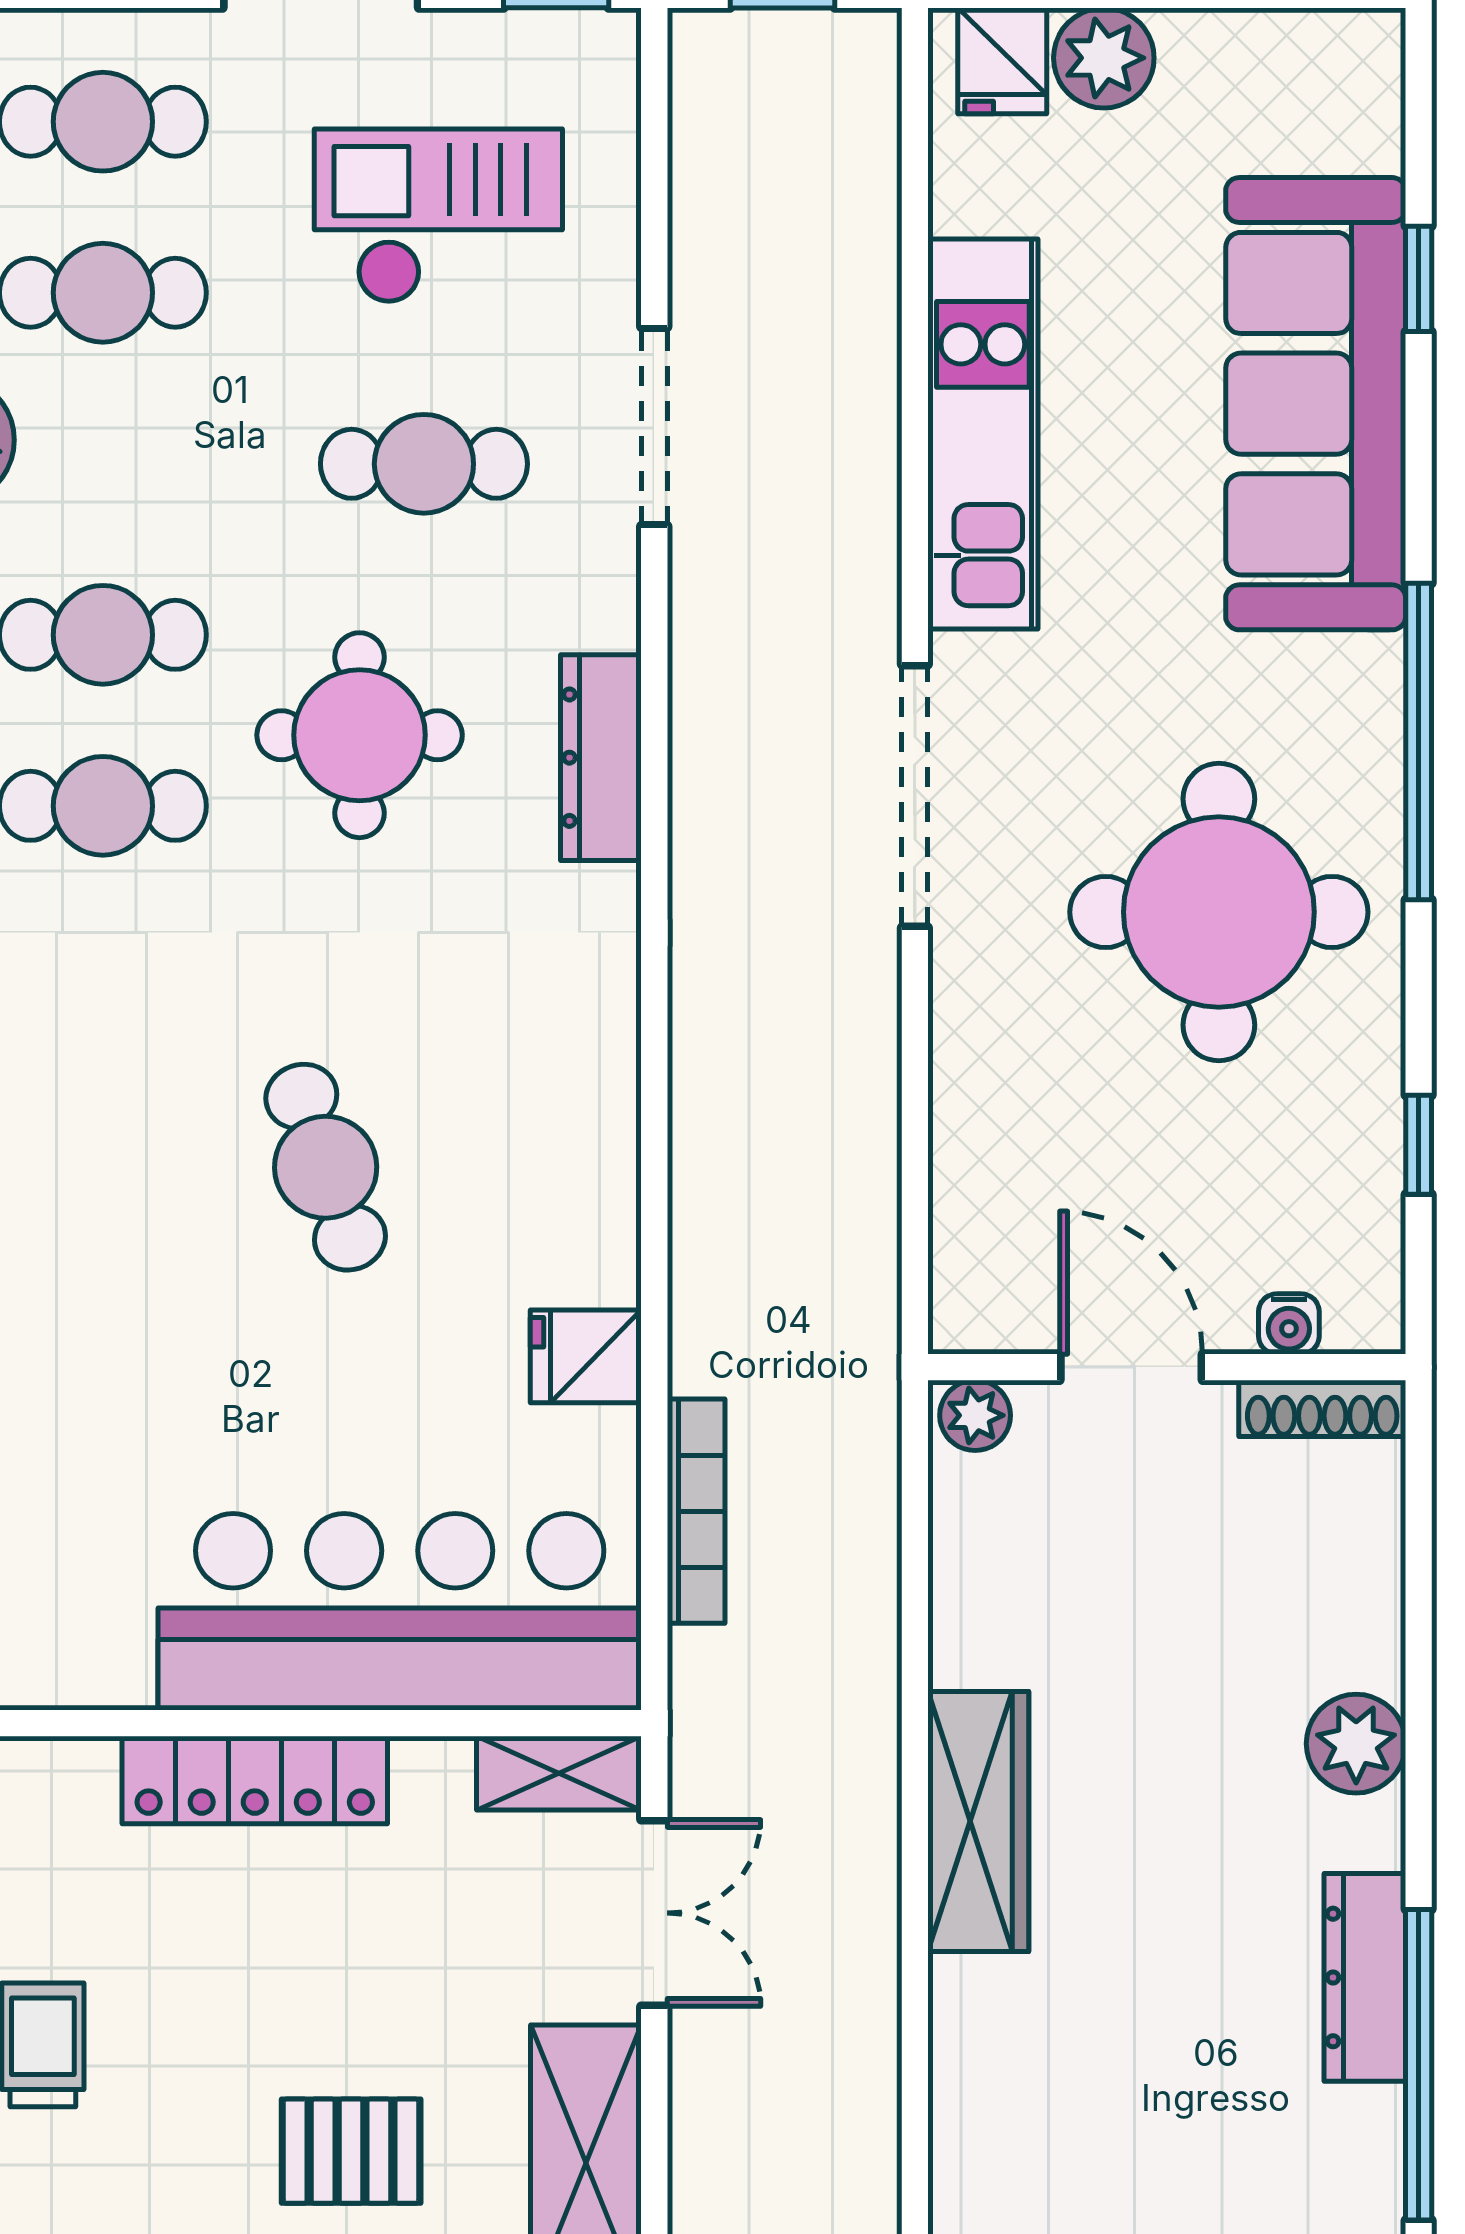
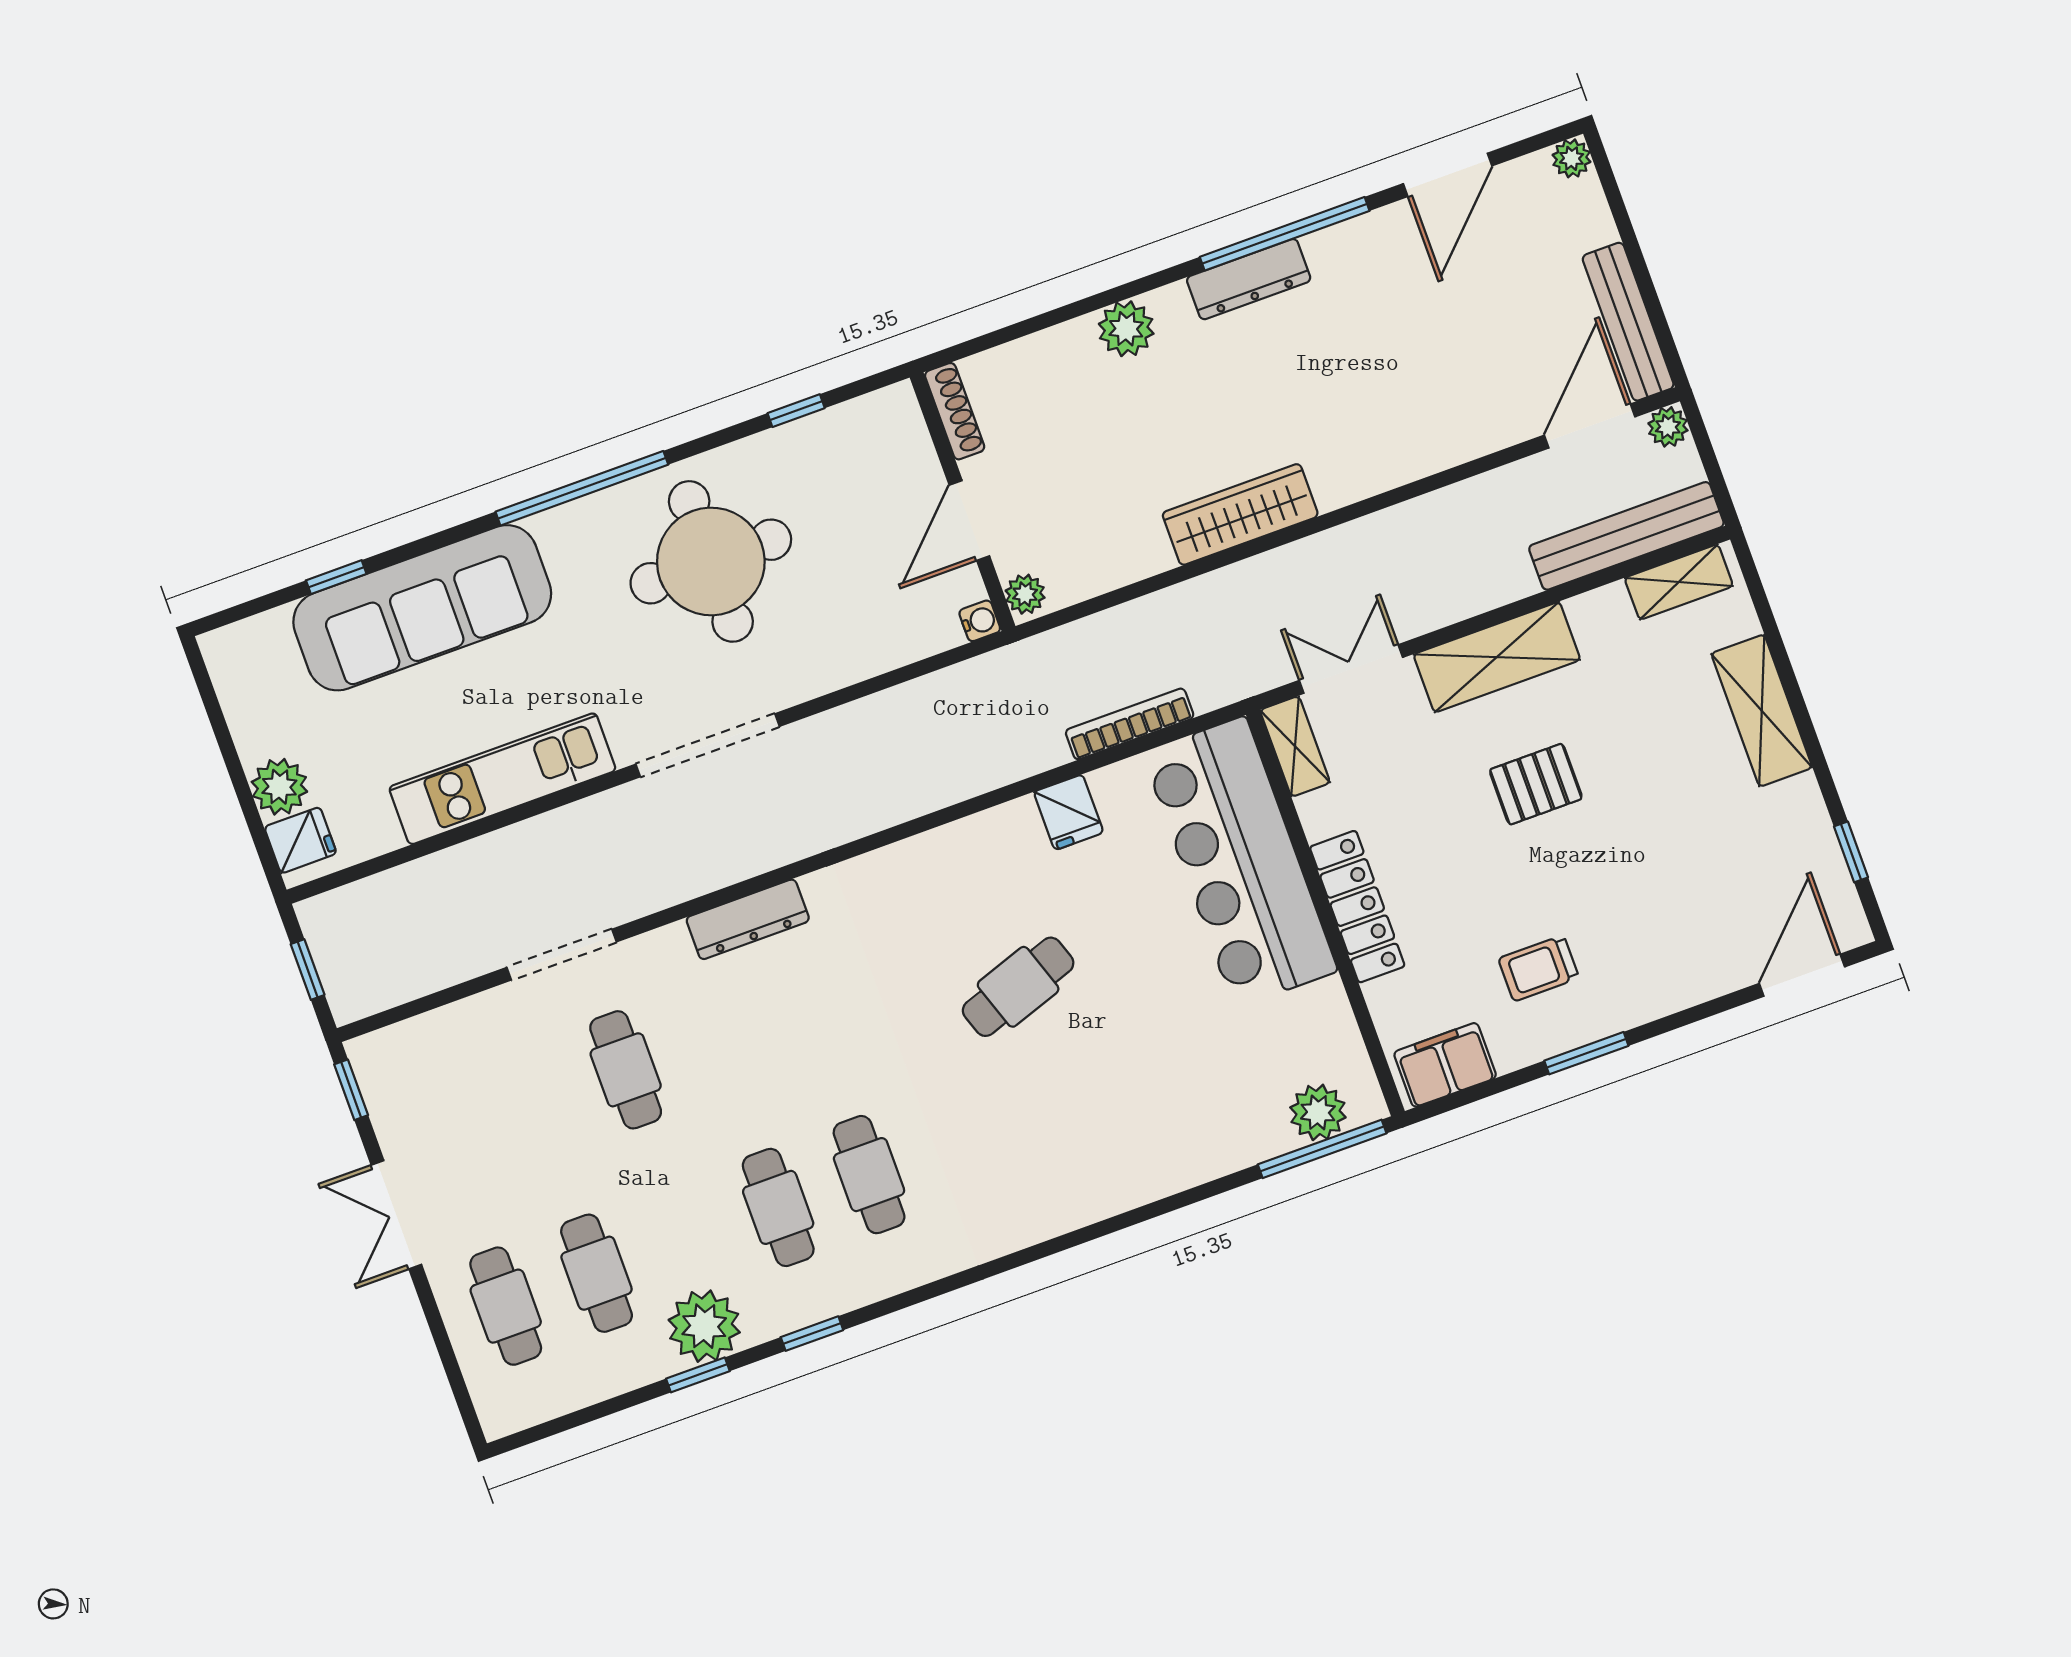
checkout: (438, 216) -> (491, 1110), removed
round table: (360, 735) -> (782, 1052), removed
water cooler: (1289, 1324) -> (980, 621), moved
pallet: (351, 2151) -> (1536, 784), turned 90

